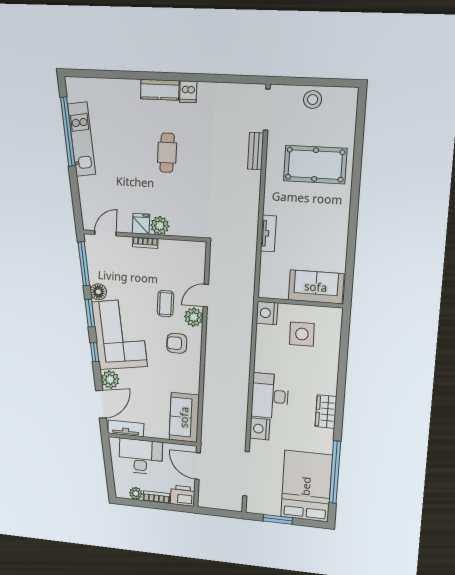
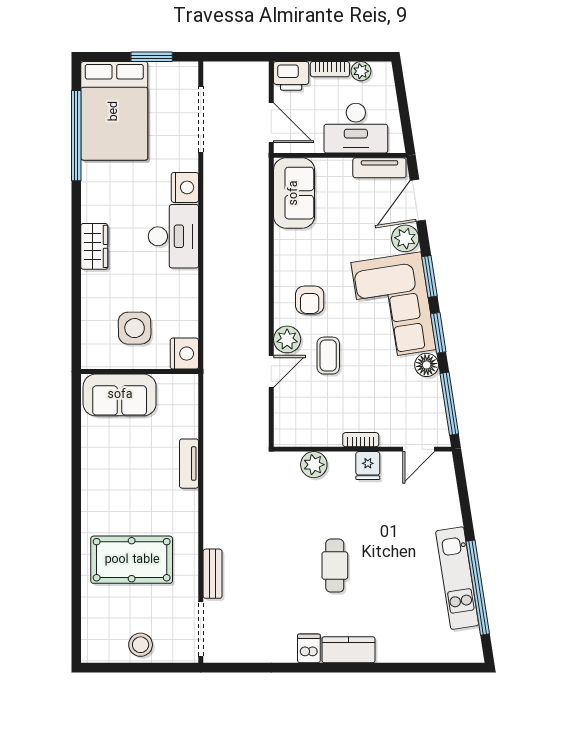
plant: (160, 226) -> (314, 465), moved
armchair: (177, 343) -> (310, 300), turned 90
window: (95, 352) -> (430, 276), width x1.50
wardrobe: (326, 412) -> (94, 246), moved

